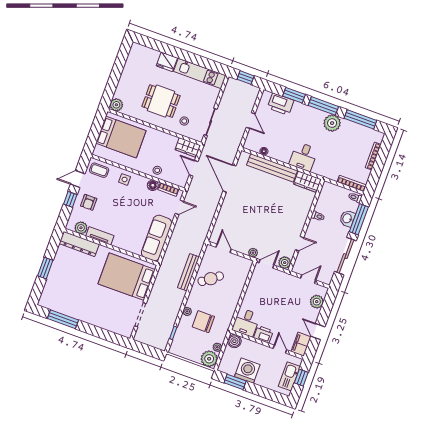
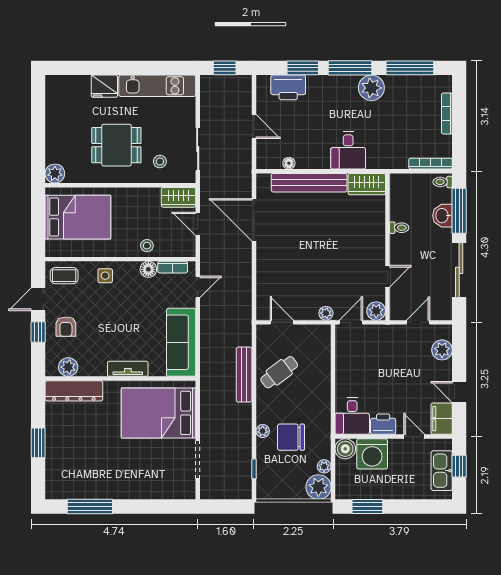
tv unit: (100, 236) -> (128, 369), moved
washing machine: (247, 371) -> (372, 454), moved, turned 180

